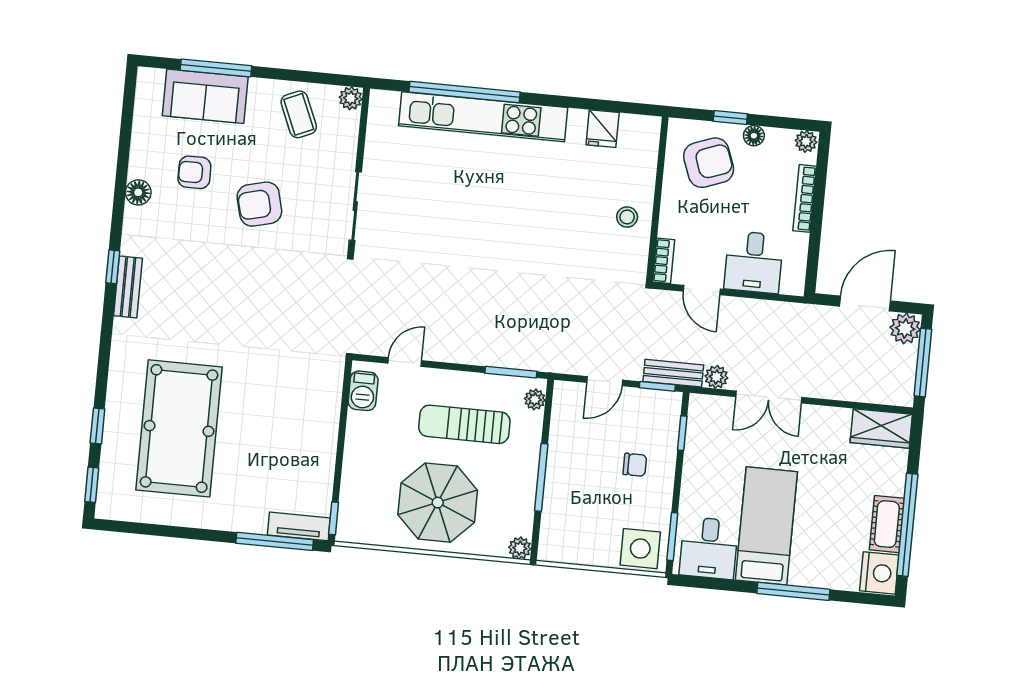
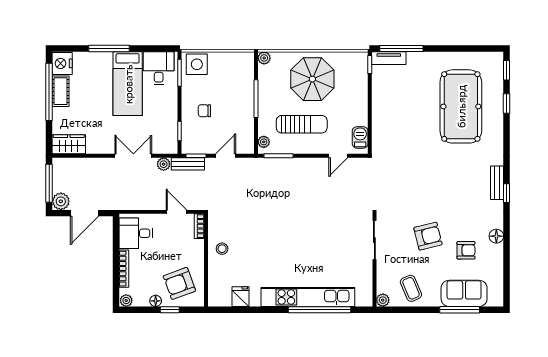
desk: (754, 262) -> (136, 233), moved, turned -90

